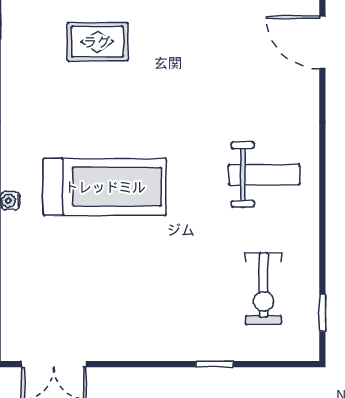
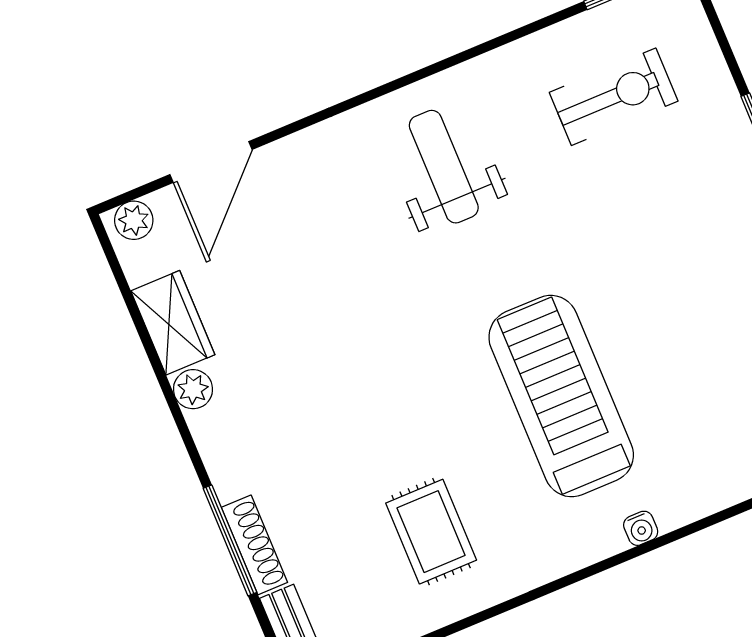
rug: (97, 42) -> (431, 532), moved

